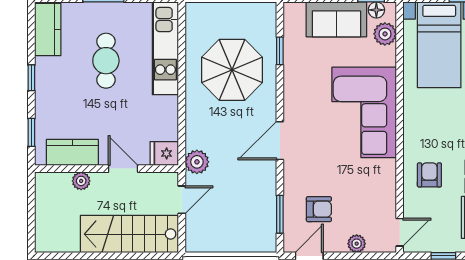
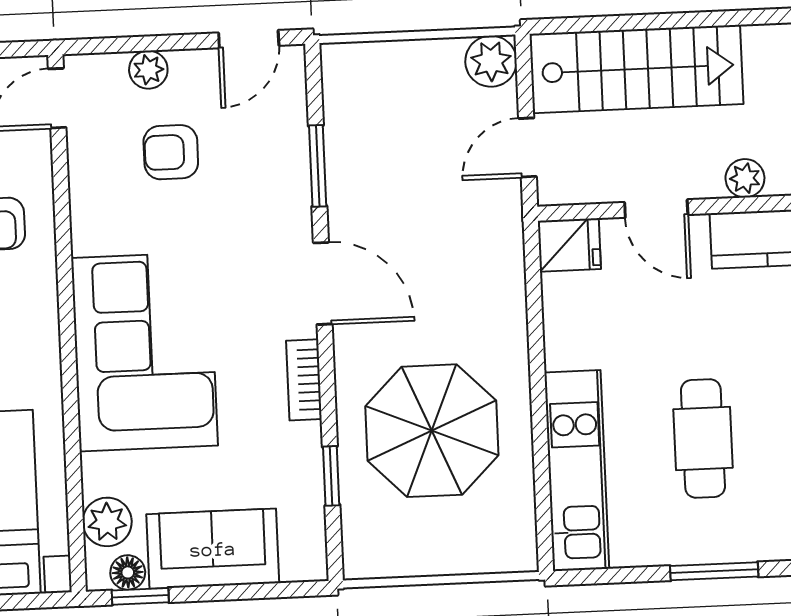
bookcase: (291, 96) -> (304, 380), added
door: (280, 141) -> (323, 283), hinge flipped
plant: (197, 162) -> (491, 61), moved
armchair: (319, 209) -> (171, 152), moved
window: (280, 214) -> (318, 166), moved

